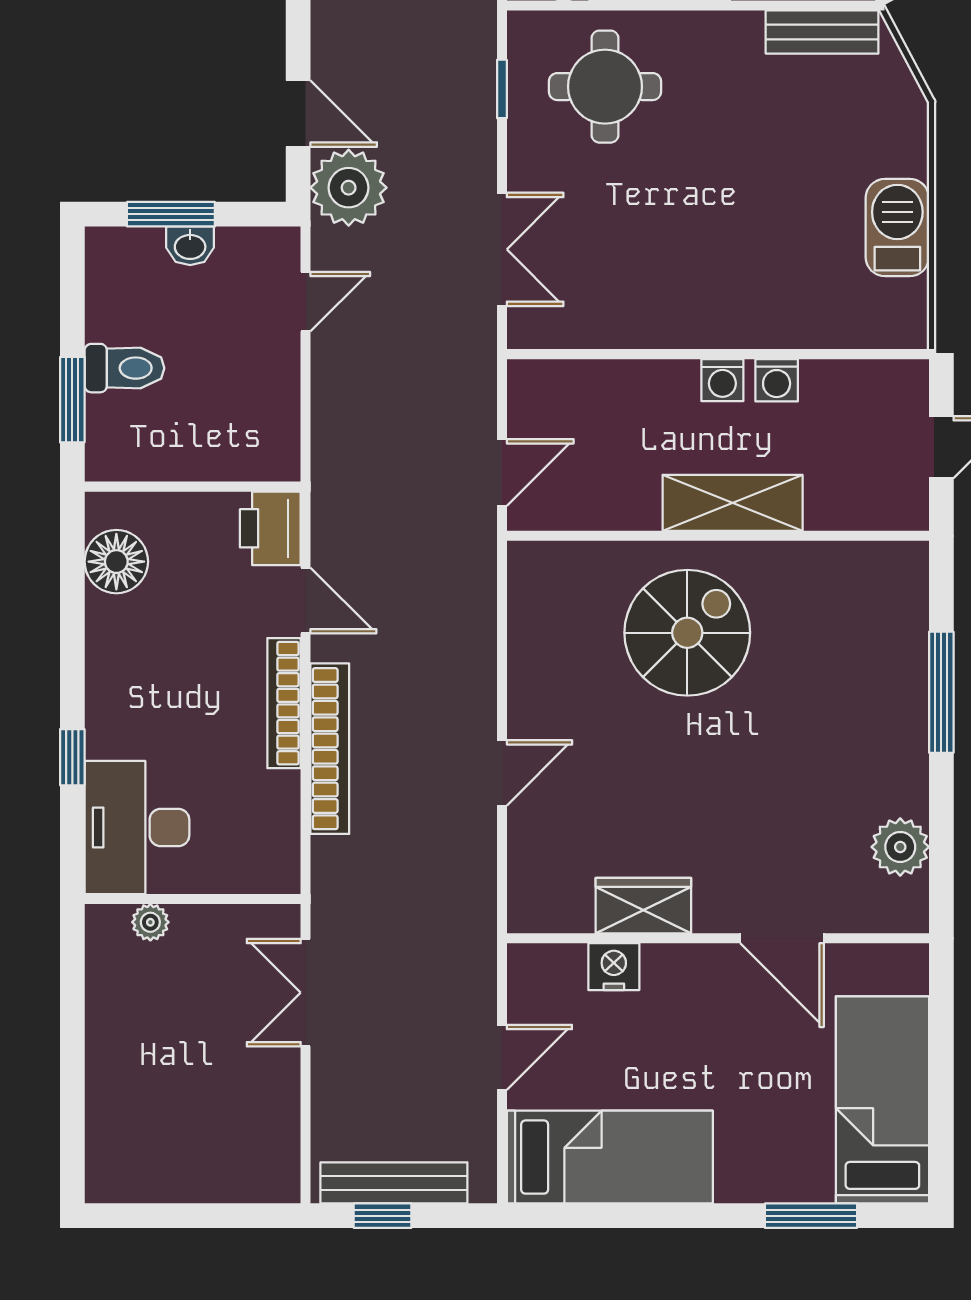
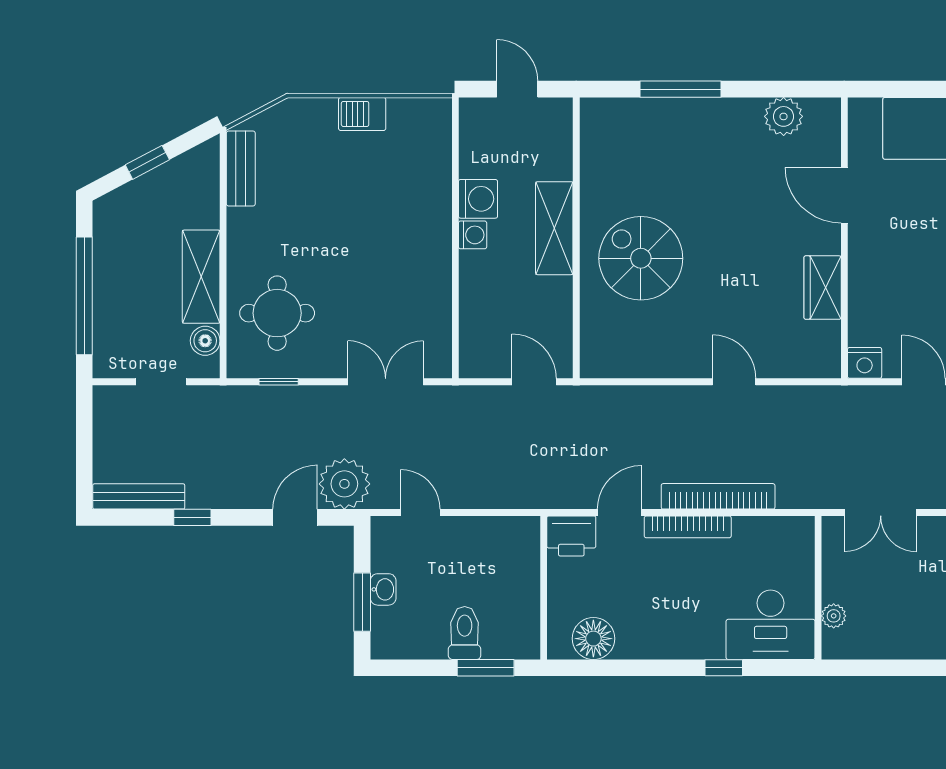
barbecue: (897, 228) -> (362, 114), width x0.73, depth x0.79
washing machine: (777, 380) -> (478, 199), width x1.38, depth x1.38
door: (782, 938) -> (844, 195), swing flipped
nightstand: (614, 967) -> (865, 363), moved, turned -90

